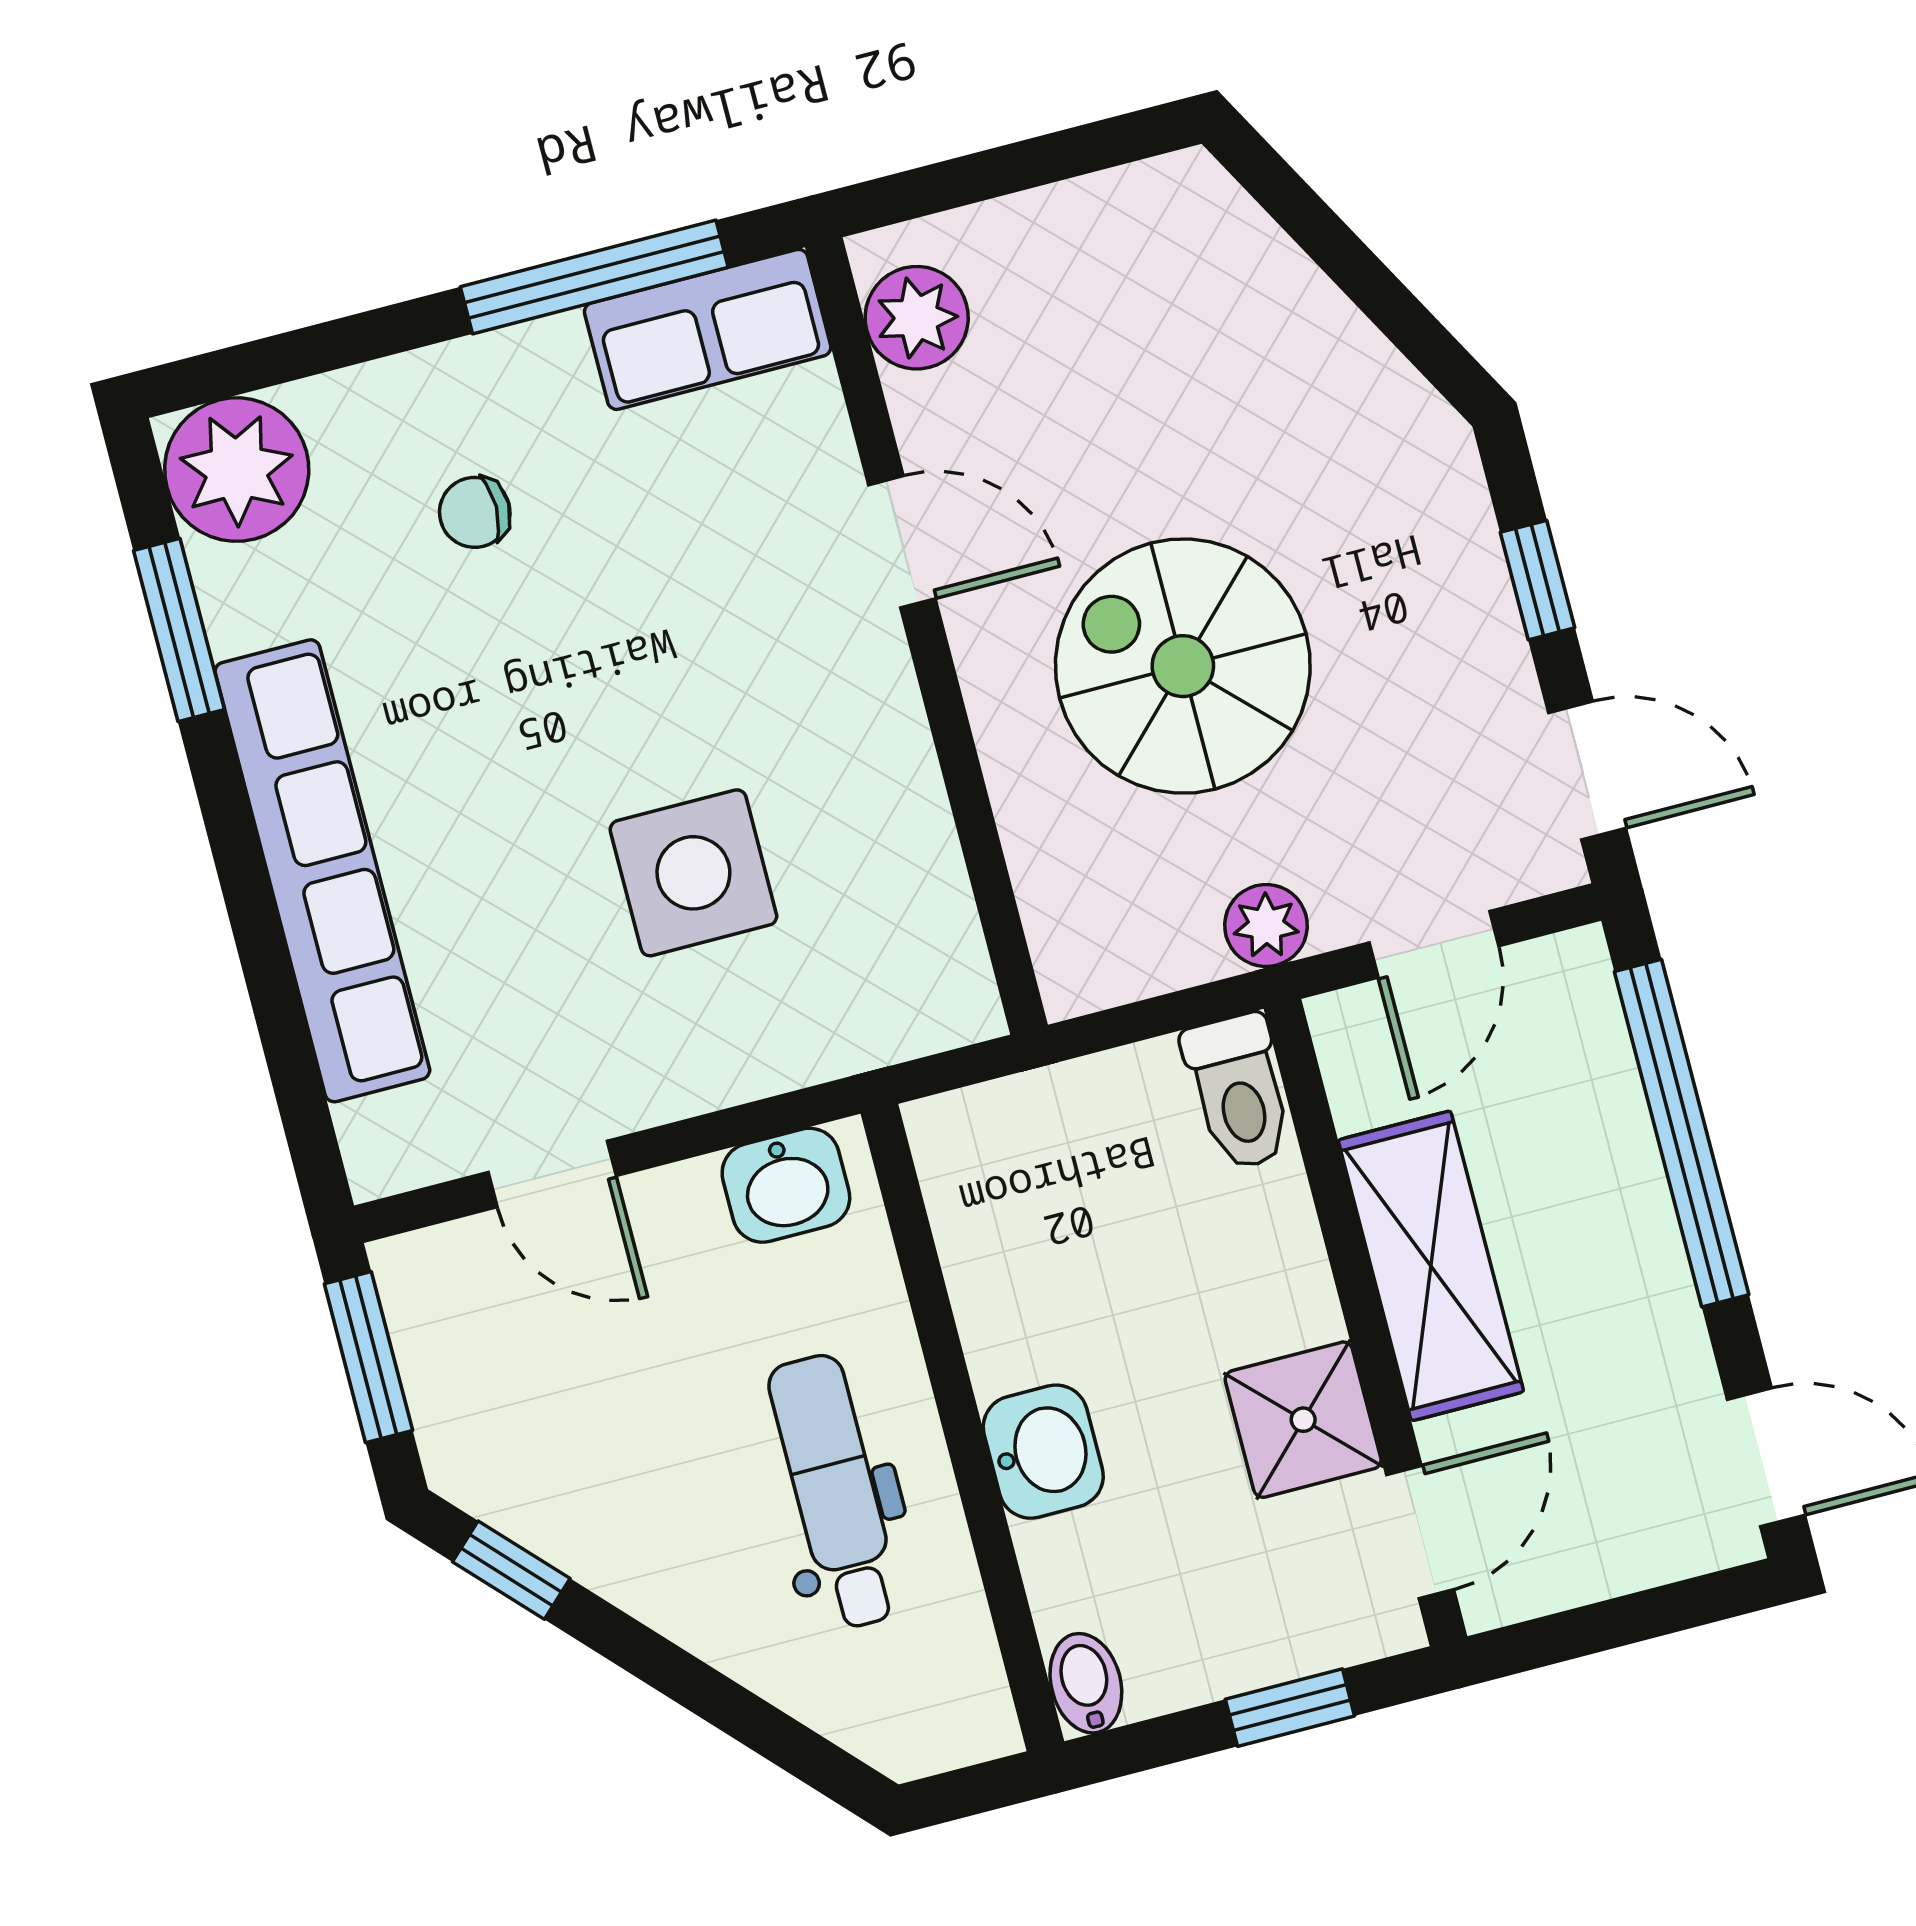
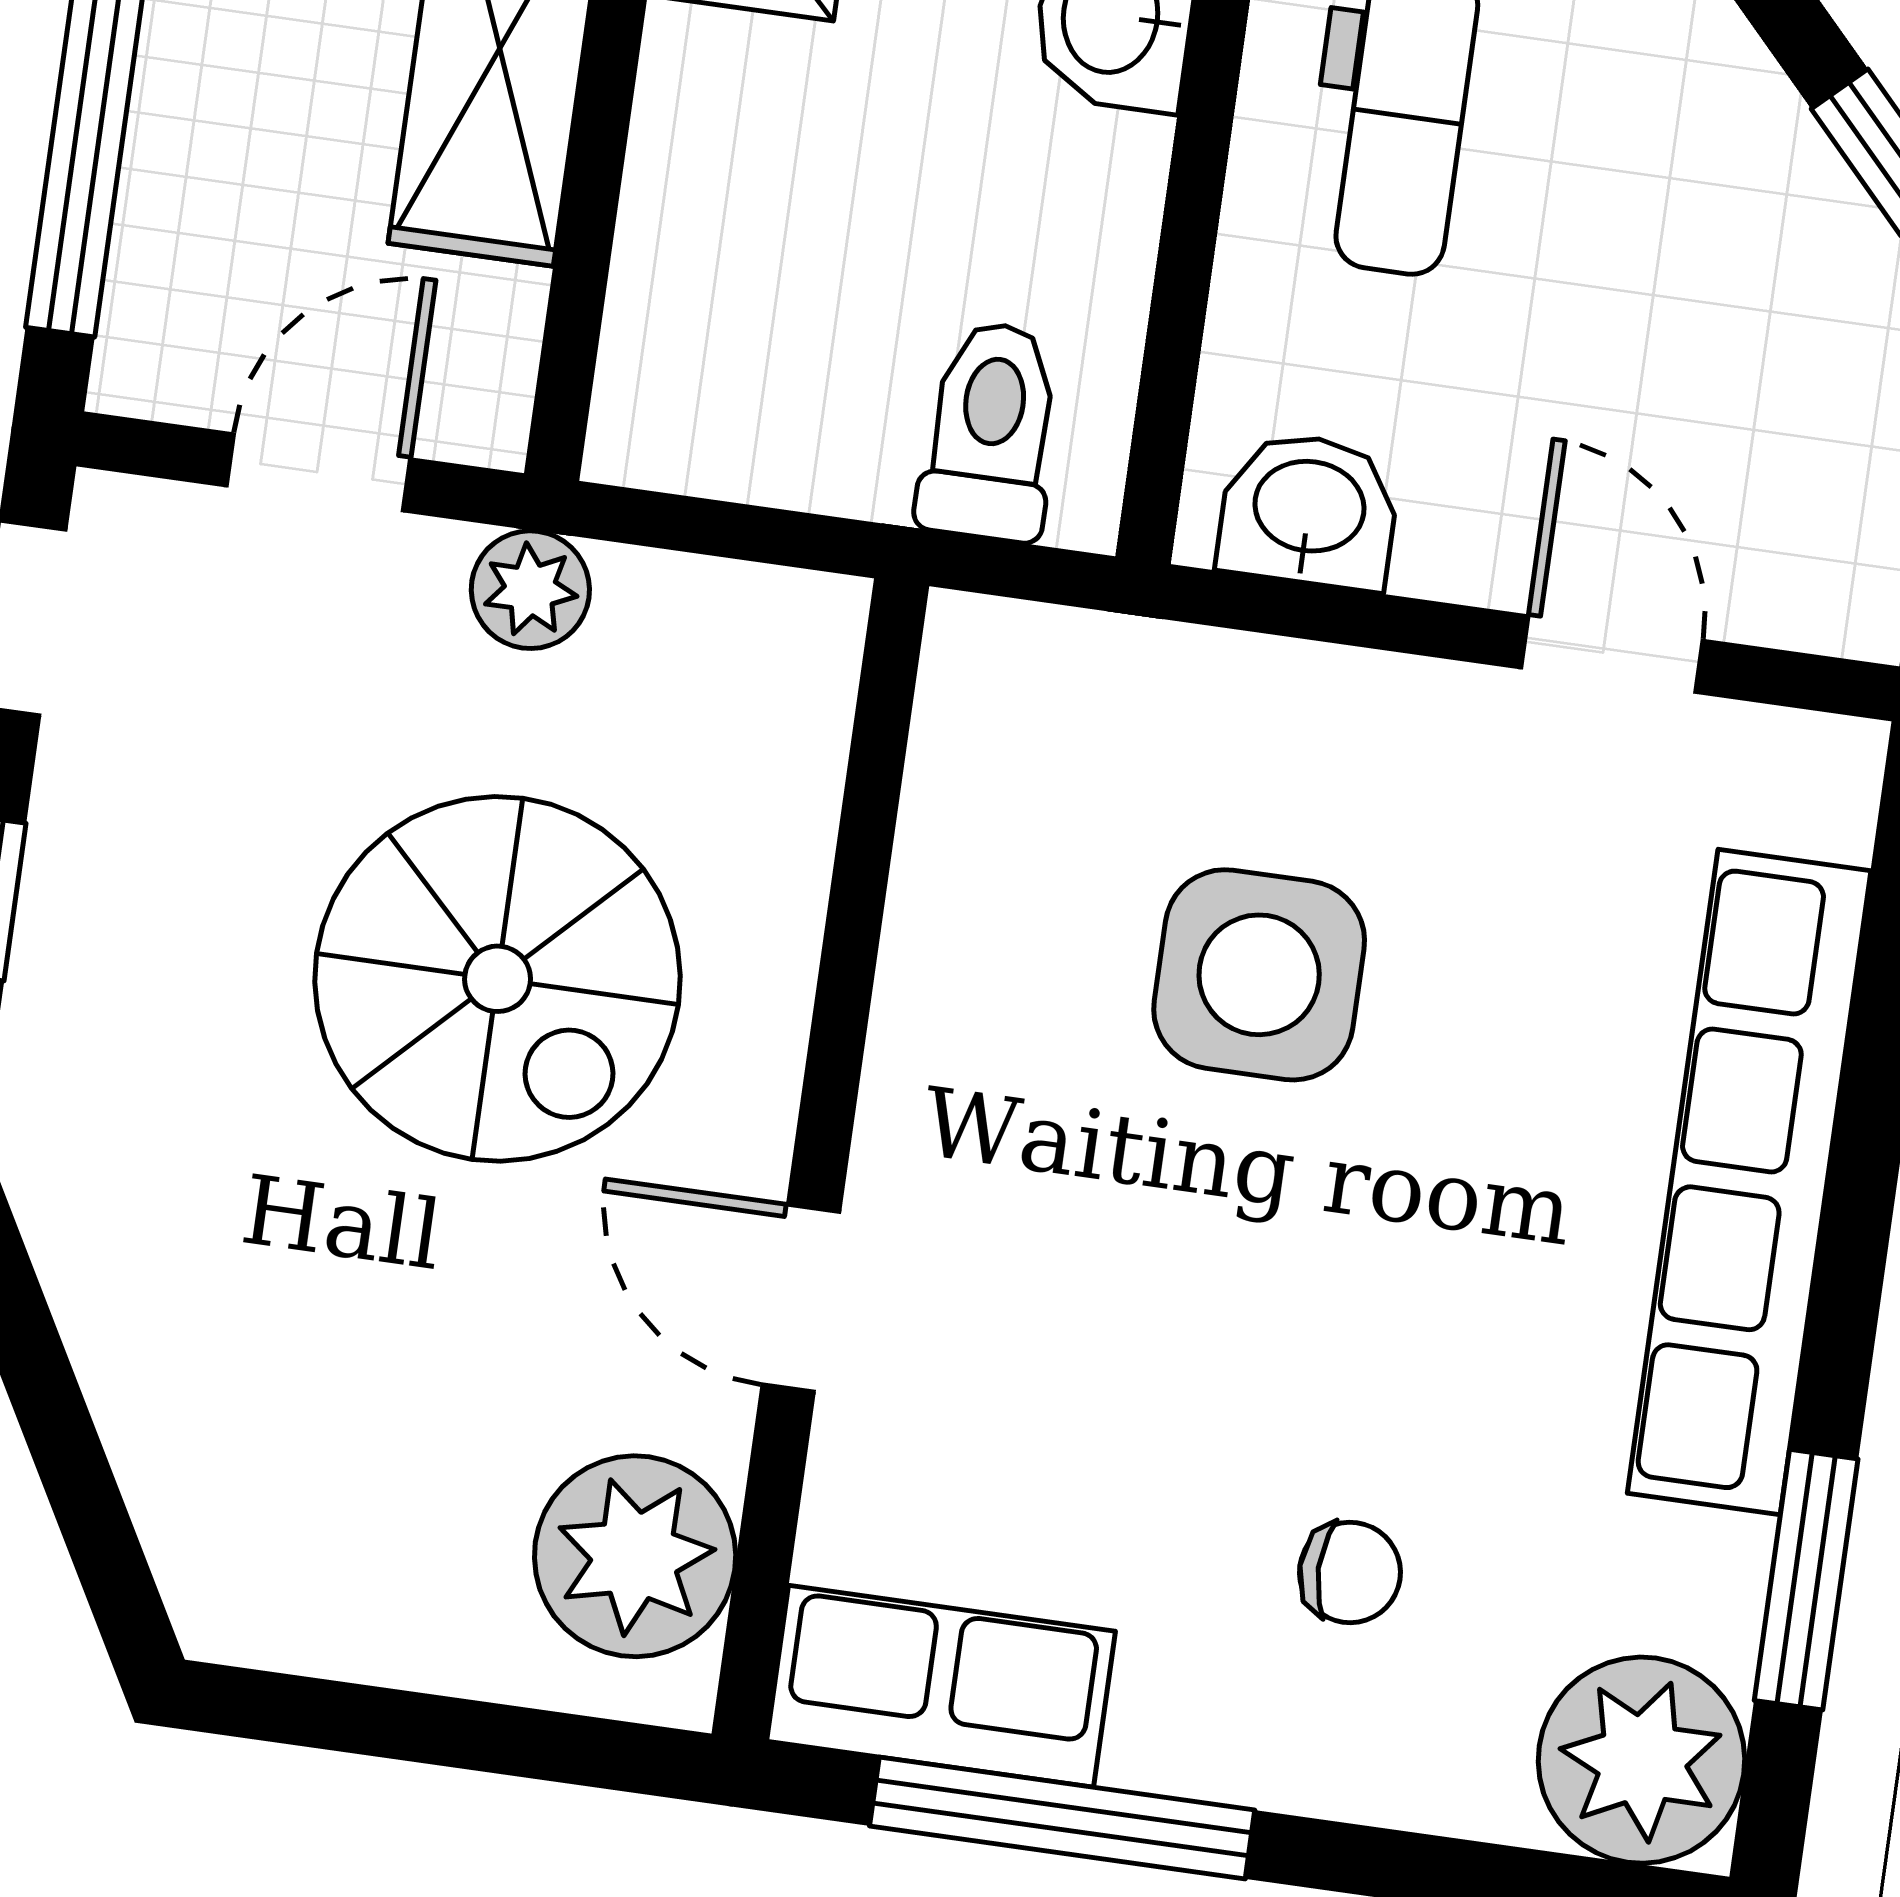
plant: (917, 318) -> (635, 1556), width x1.36, depth x1.36
toilet: (1239, 1092) -> (990, 431), moved

